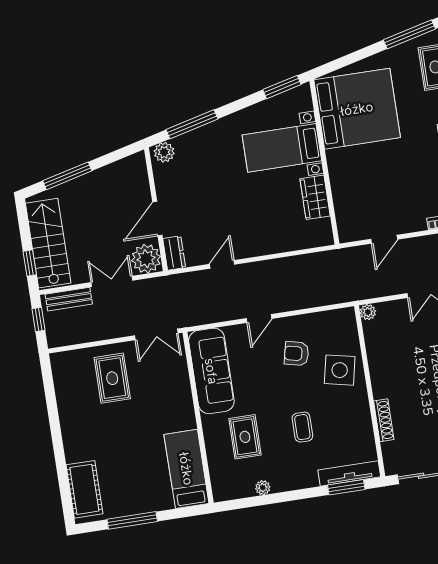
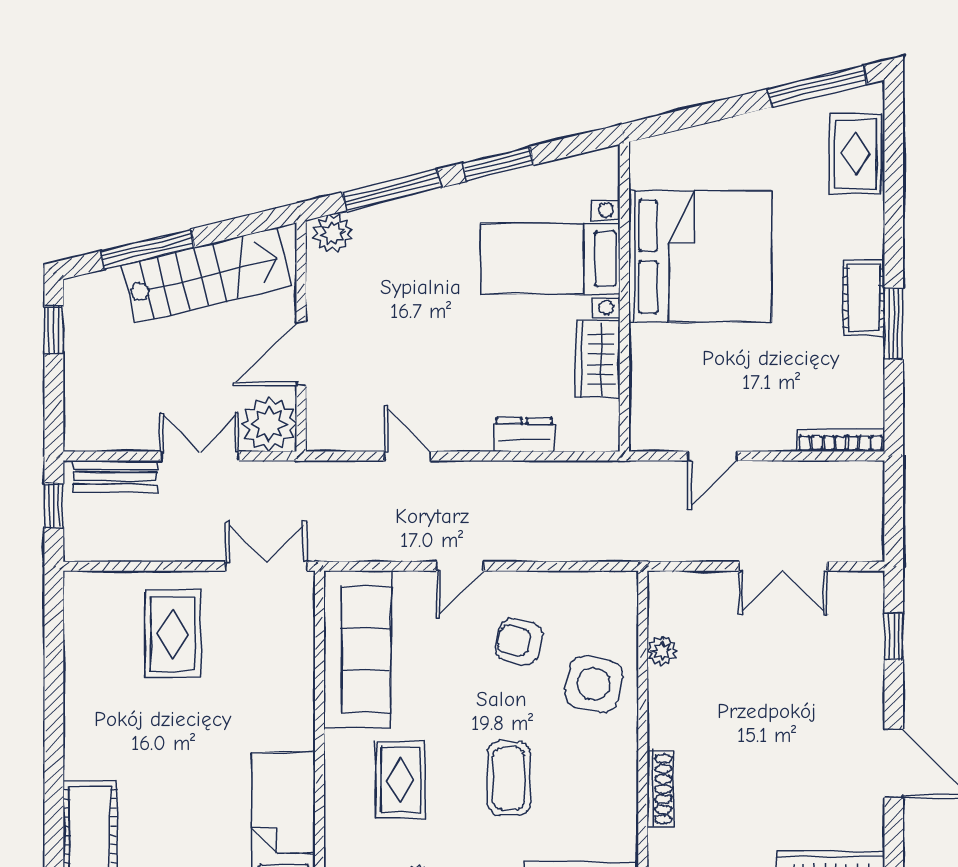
window: (282, 87) -> (498, 164), moved
bed: (357, 109) -> (700, 256), moved
stairs: (48, 243) -> (206, 276), moved, turned 76
dresser: (174, 253) -> (524, 435), moved, turned -90
window: (30, 263) -> (54, 330), moved
door: (222, 264) -> (407, 456), hinge flipped
plant: (368, 312) -> (662, 651), moved
double door: (156, 334) -> (266, 566), swing flipped
coffee table: (302, 427) -> (509, 778), width x1.36, depth x1.30

